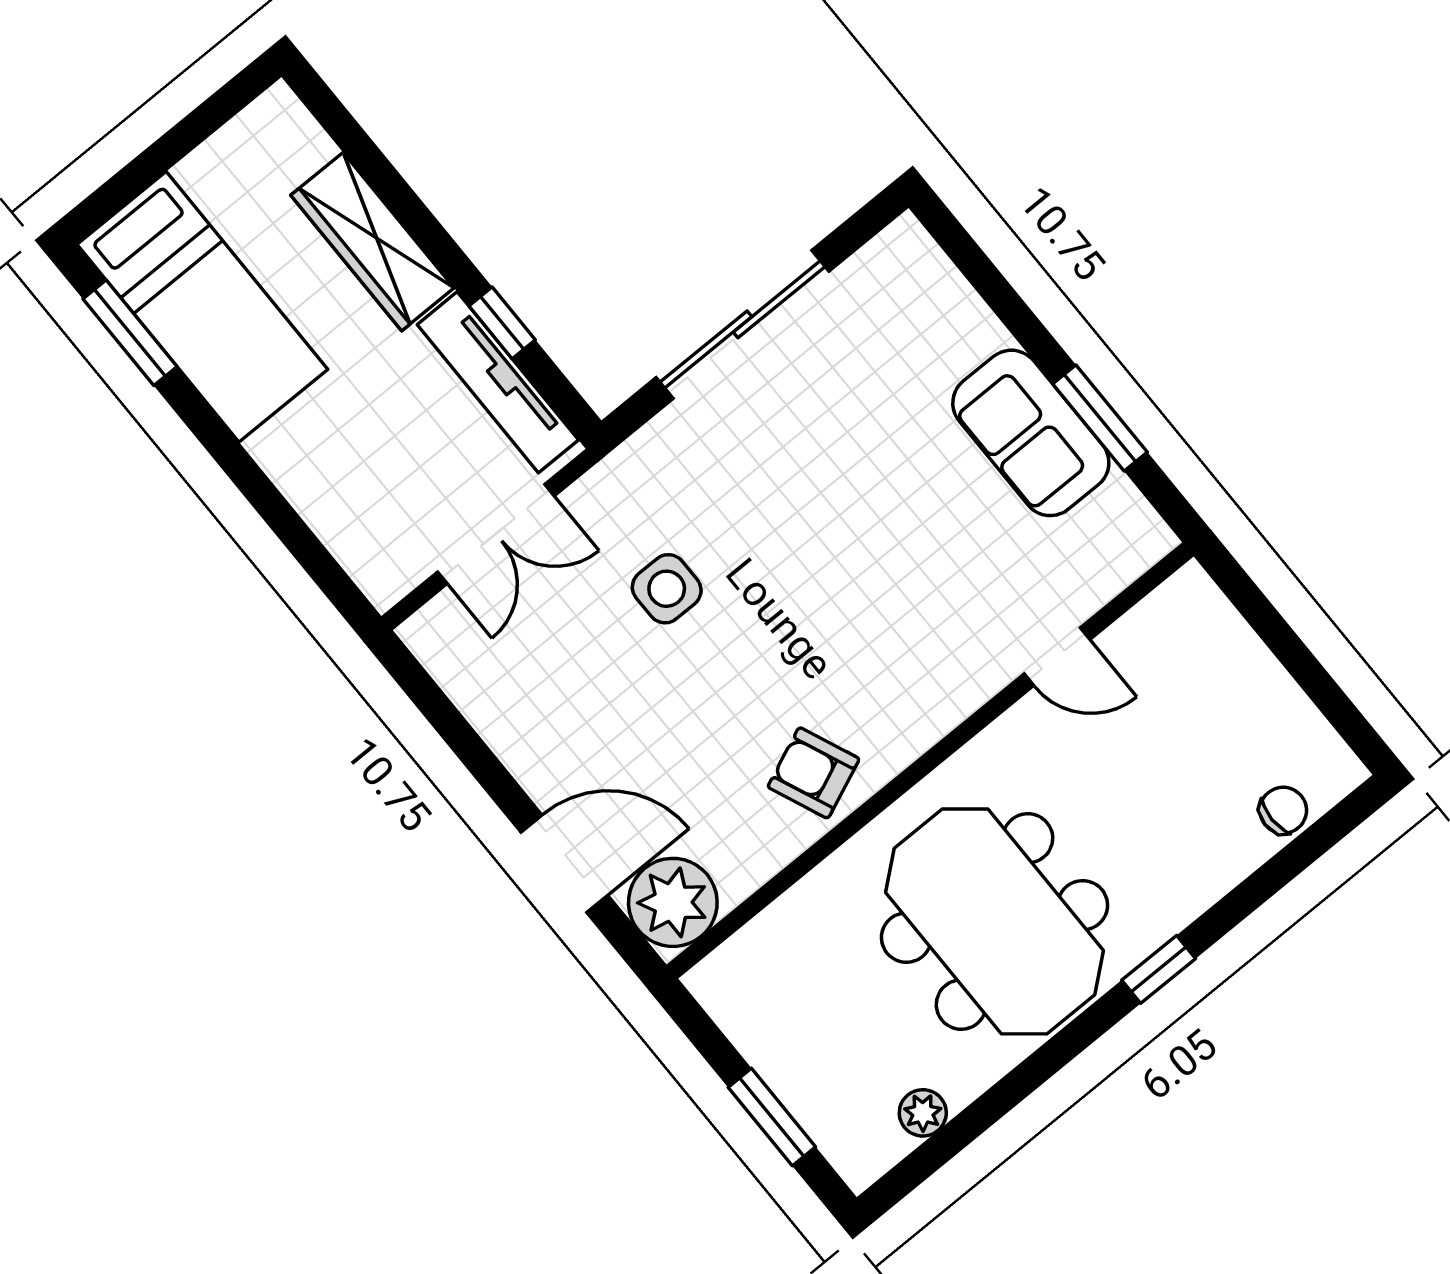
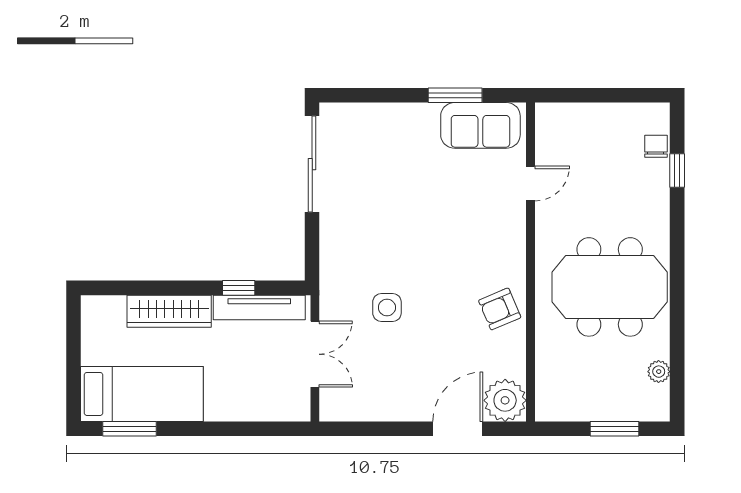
sliding door: (742, 324) -> (312, 164), moved
sofa: (1031, 433) -> (480, 125), moved
window: (1159, 969) -> (677, 170), moved

